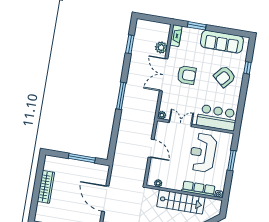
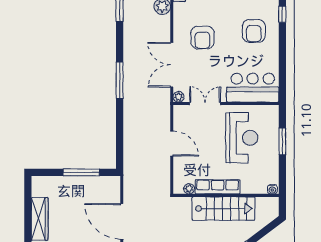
double door: (164, 75) -> (172, 65), moved
armchair: (187, 75) -> (202, 38), turned 90
armchair: (225, 77) -> (254, 31), turned -41
reception desk: (203, 153) -> (242, 138), turned 180
row of seats: (199, 189) -> (218, 187), moved

